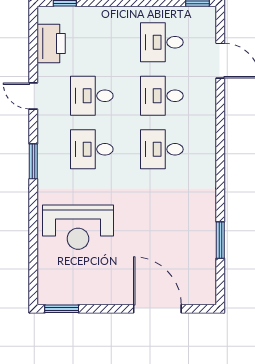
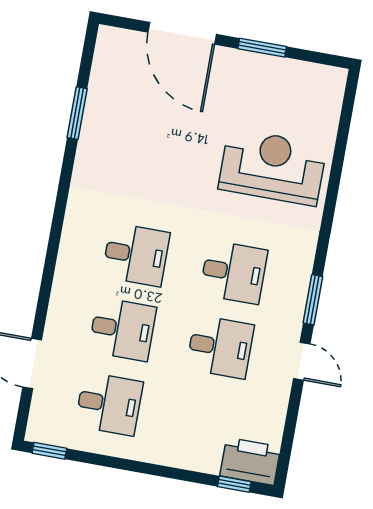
printer: (51, 43) -> (250, 461), moved, turned 90
window: (33, 161) -> (313, 300), moved
window: (62, 309) -> (262, 48), moved

